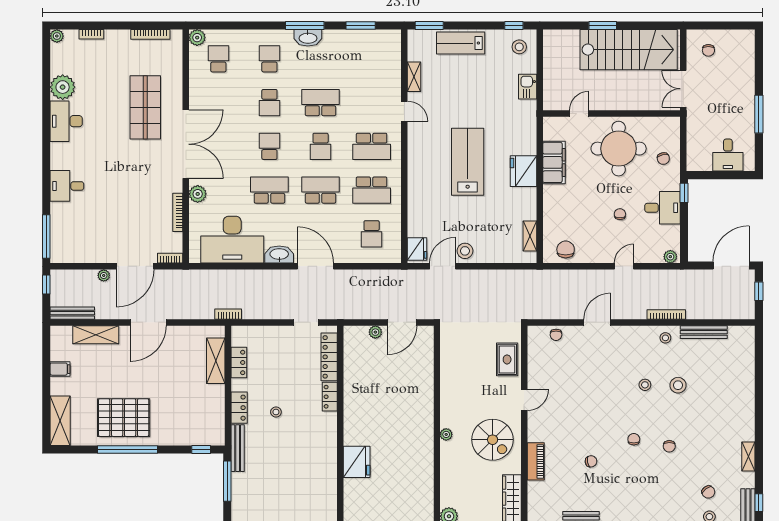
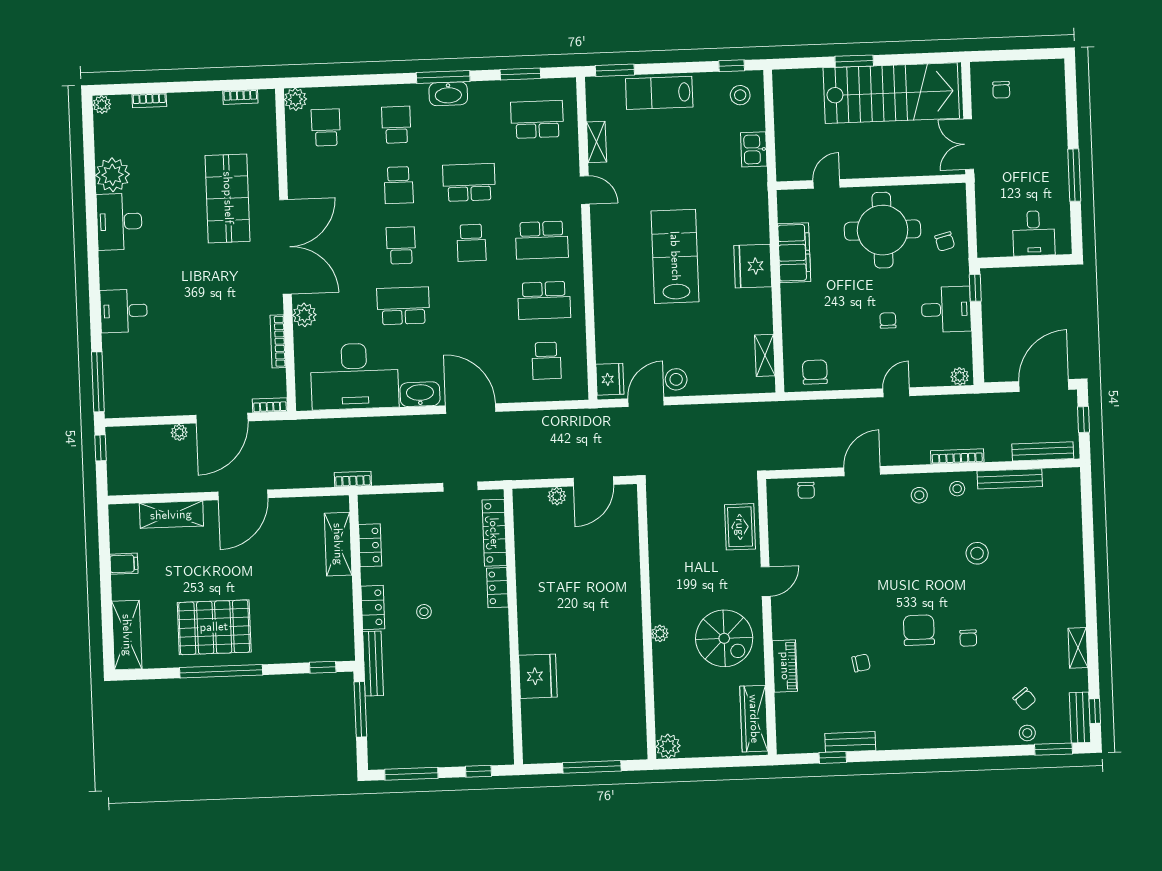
bookcase: (150, 34) -> (240, 97), width x0.64
school desk: (321, 190) -> (537, 119), moved
bench: (72, 313) -> (1043, 451), moved
stool: (645, 385) -> (919, 495), moved
chair: (634, 439) -> (919, 630), width x1.87, depth x1.87

